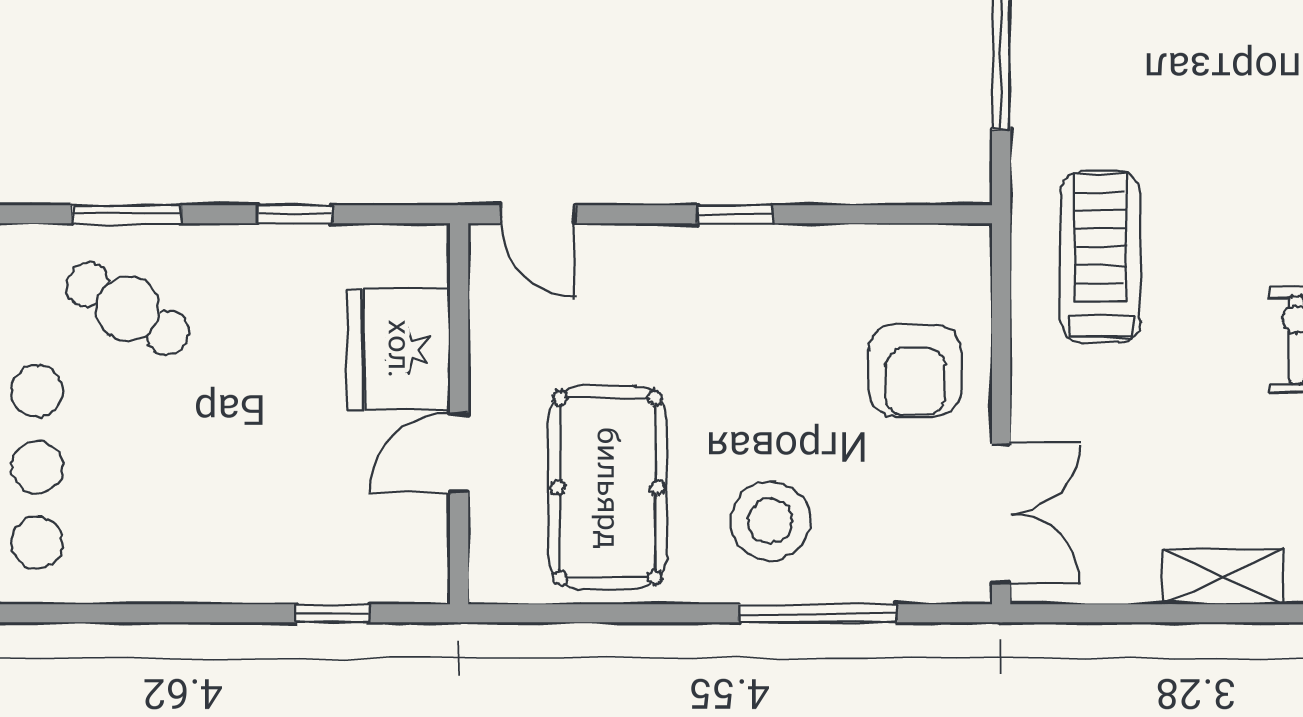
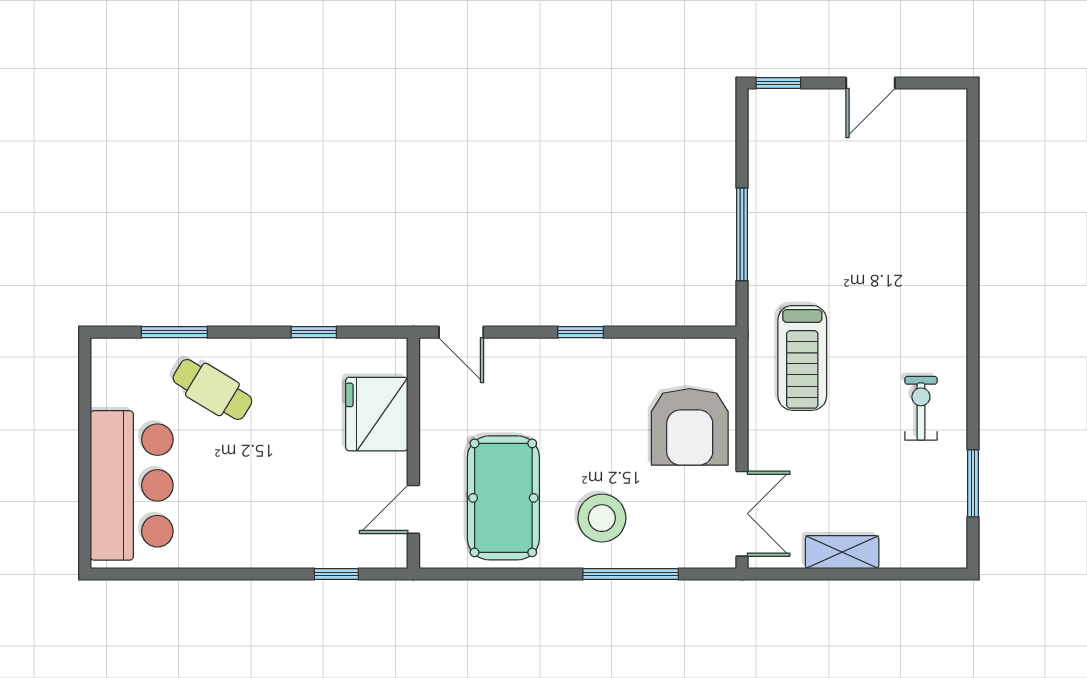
window: (127, 214) -> (174, 332), moved
treadmill: (1101, 257) -> (802, 358), turned 180
armchair: (915, 370) -> (690, 427), width x1.36, depth x1.36
door: (459, 453) -> (413, 509), moved
shelving: (1223, 577) -> (842, 552), moved

